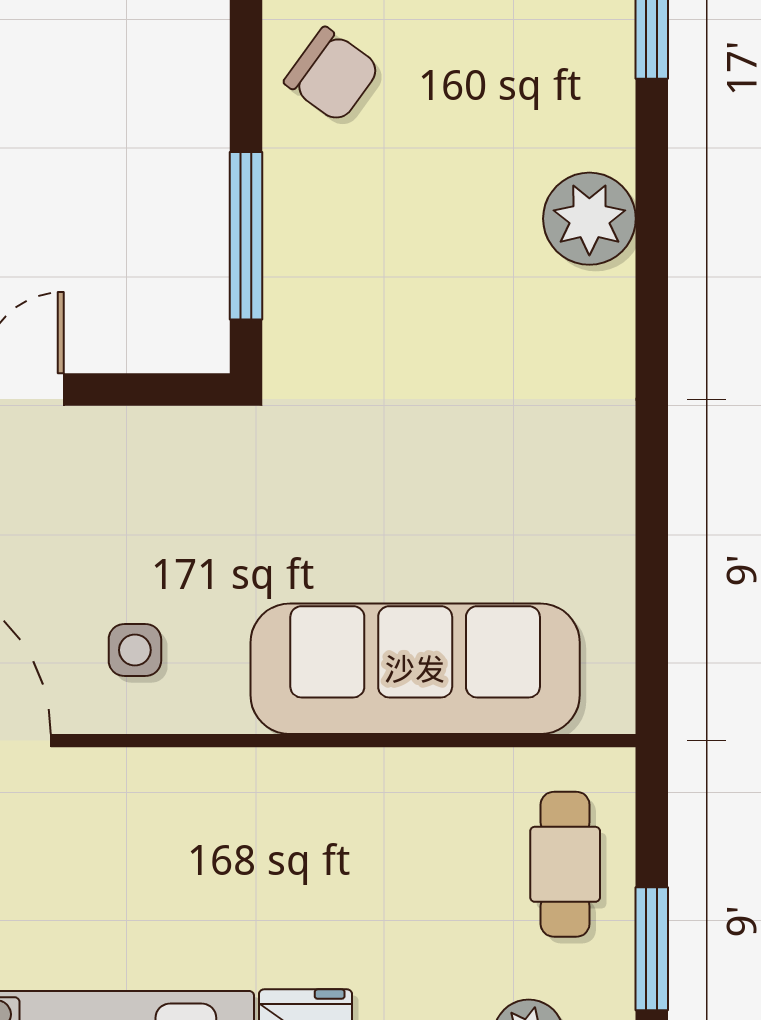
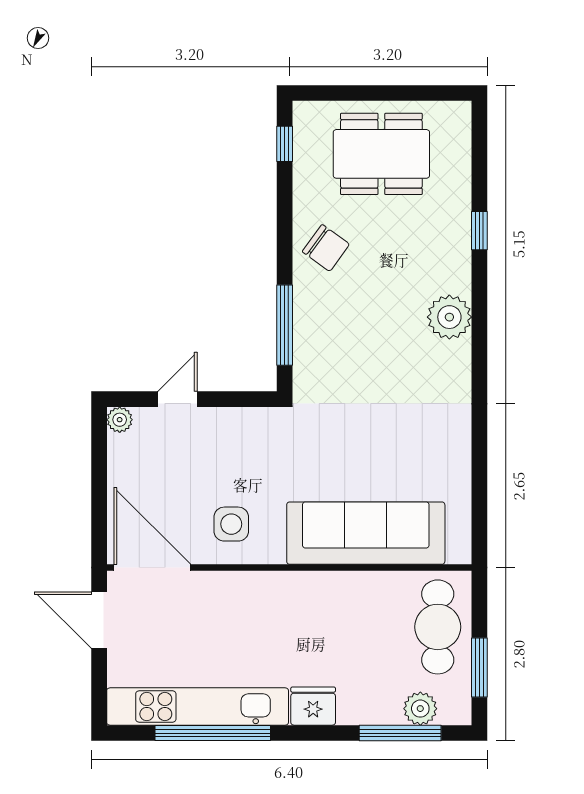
side table: (135, 650) -> (231, 524), width x1.37, depth x1.37
cafe table: (565, 864) -> (438, 627), width x1.37, depth x1.35

